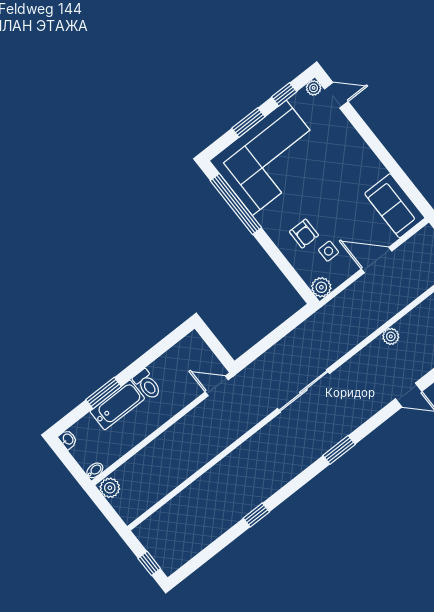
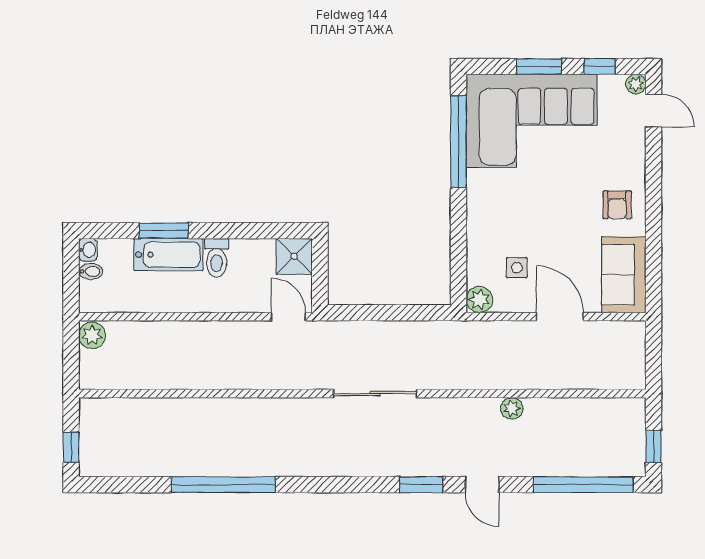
armchair: (304, 234) -> (617, 205), moved
shower: (192, 348) -> (294, 256), added
window: (339, 450) -> (421, 485), moved
bidet: (95, 470) -> (91, 271), moved
window: (256, 515) -> (223, 485), width x3.17

